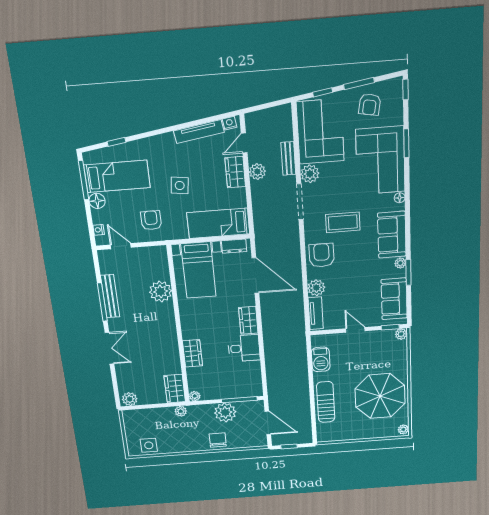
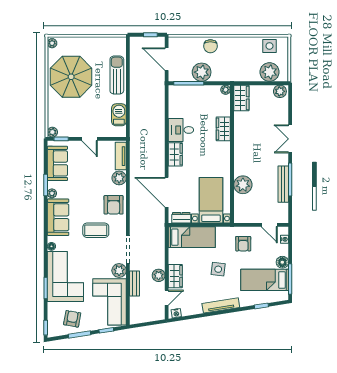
tv unit: (199, 132) -> (221, 305), moved
sun lounger: (326, 402) -> (117, 75), turned 180
plant: (181, 411) -> (269, 72), moved, width x1.88, depth x1.88

